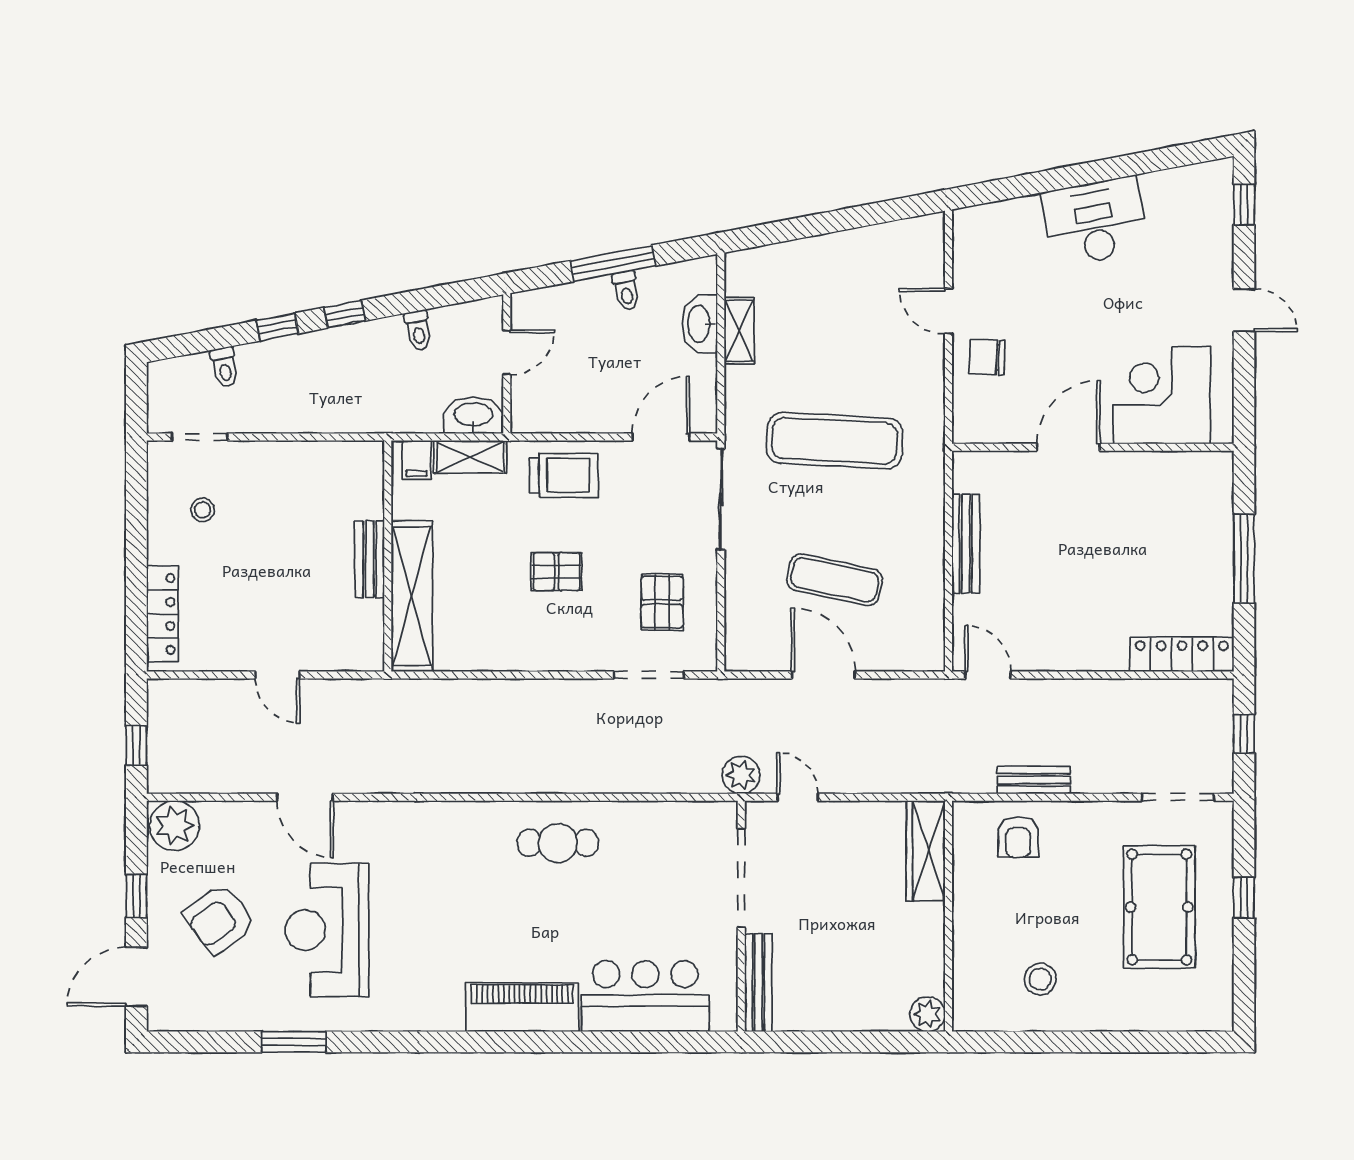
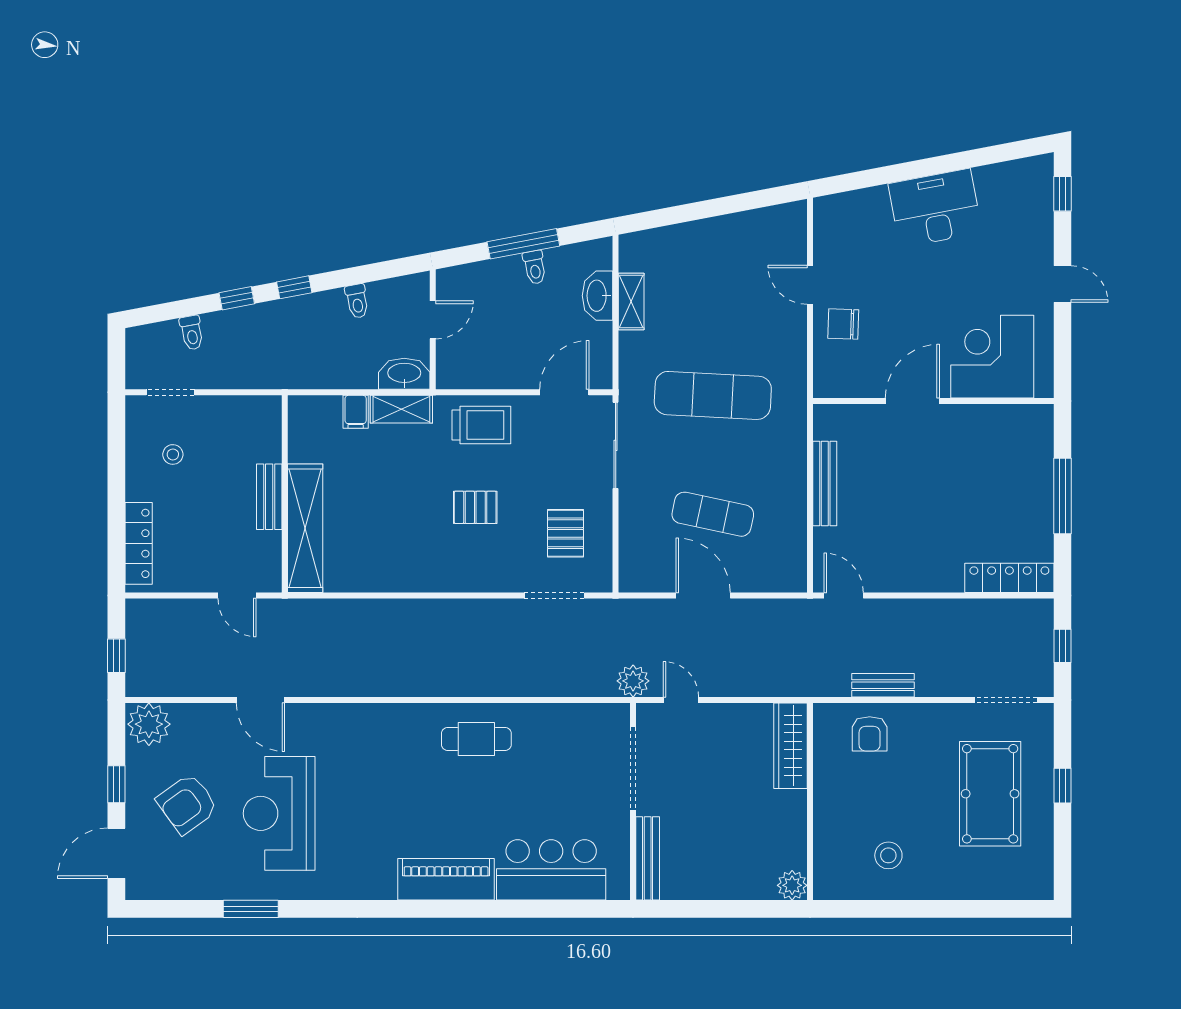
wall: (388, 556) -> (285, 494), moved
bench: (370, 559) -> (269, 497), moved
shelving: (412, 596) -> (305, 528), moved

